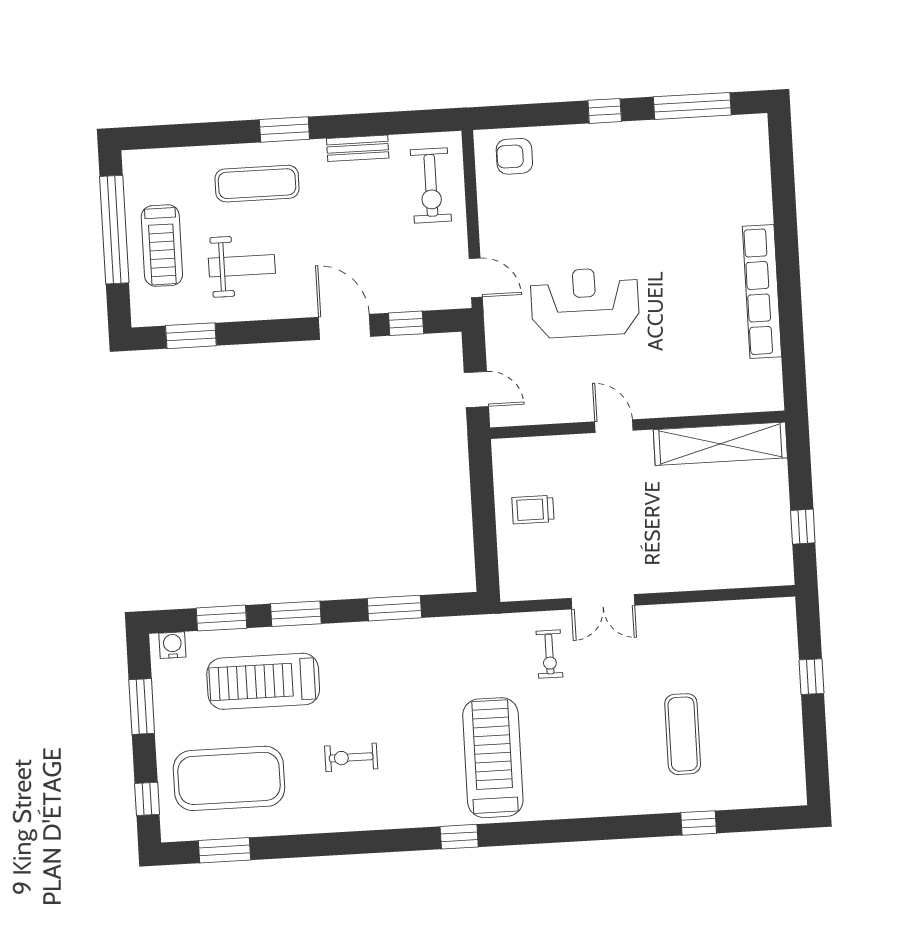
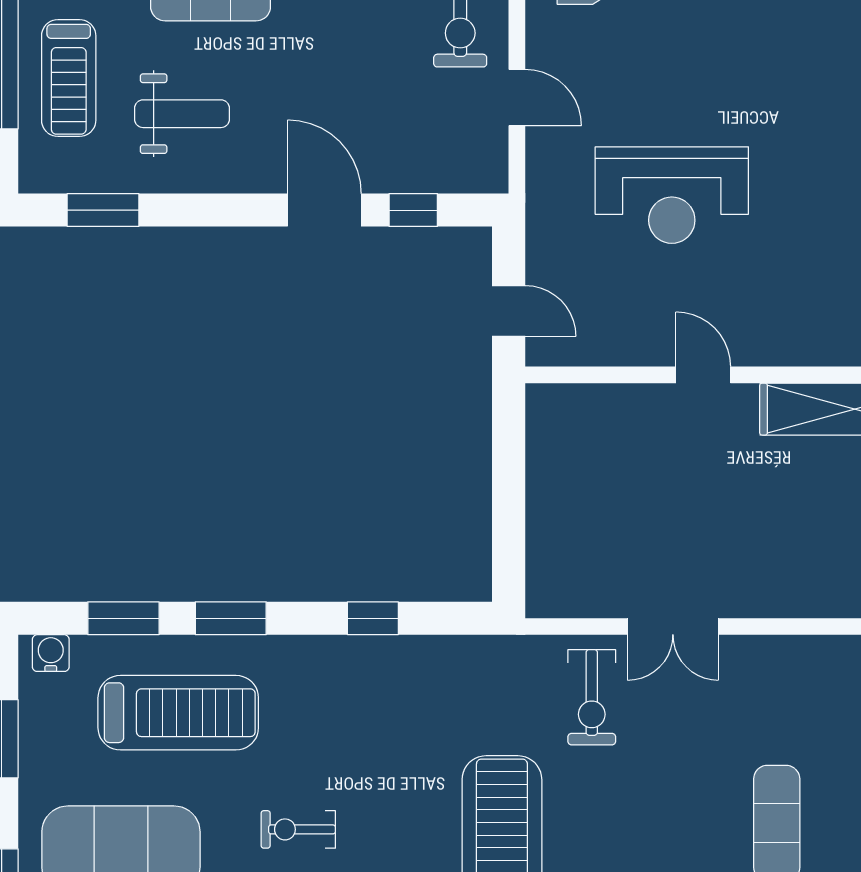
door: (476, 278) -> (517, 97), moved
reception desk: (585, 303) -> (672, 195), turned 180
trolley: (533, 510) -> (580, 488), removed
window: (394, 608) -> (373, 618), width x0.67
exercise bike: (549, 654) -> (592, 697), width x1.38, depth x1.39
treadmill: (263, 681) -> (178, 713), turned 180

